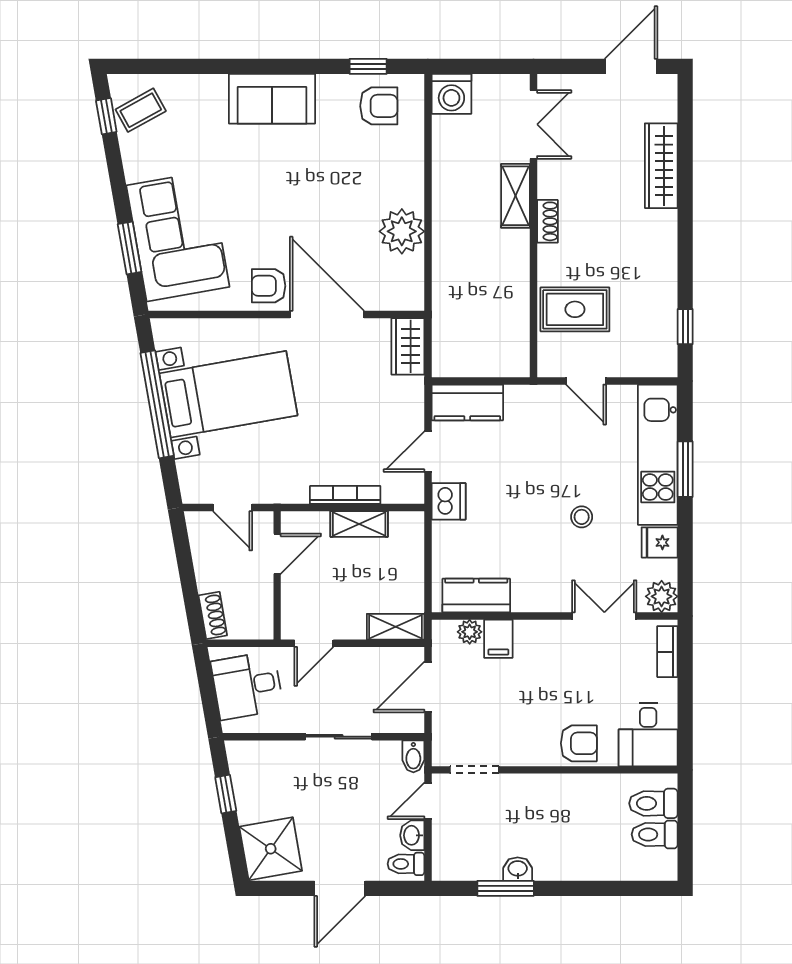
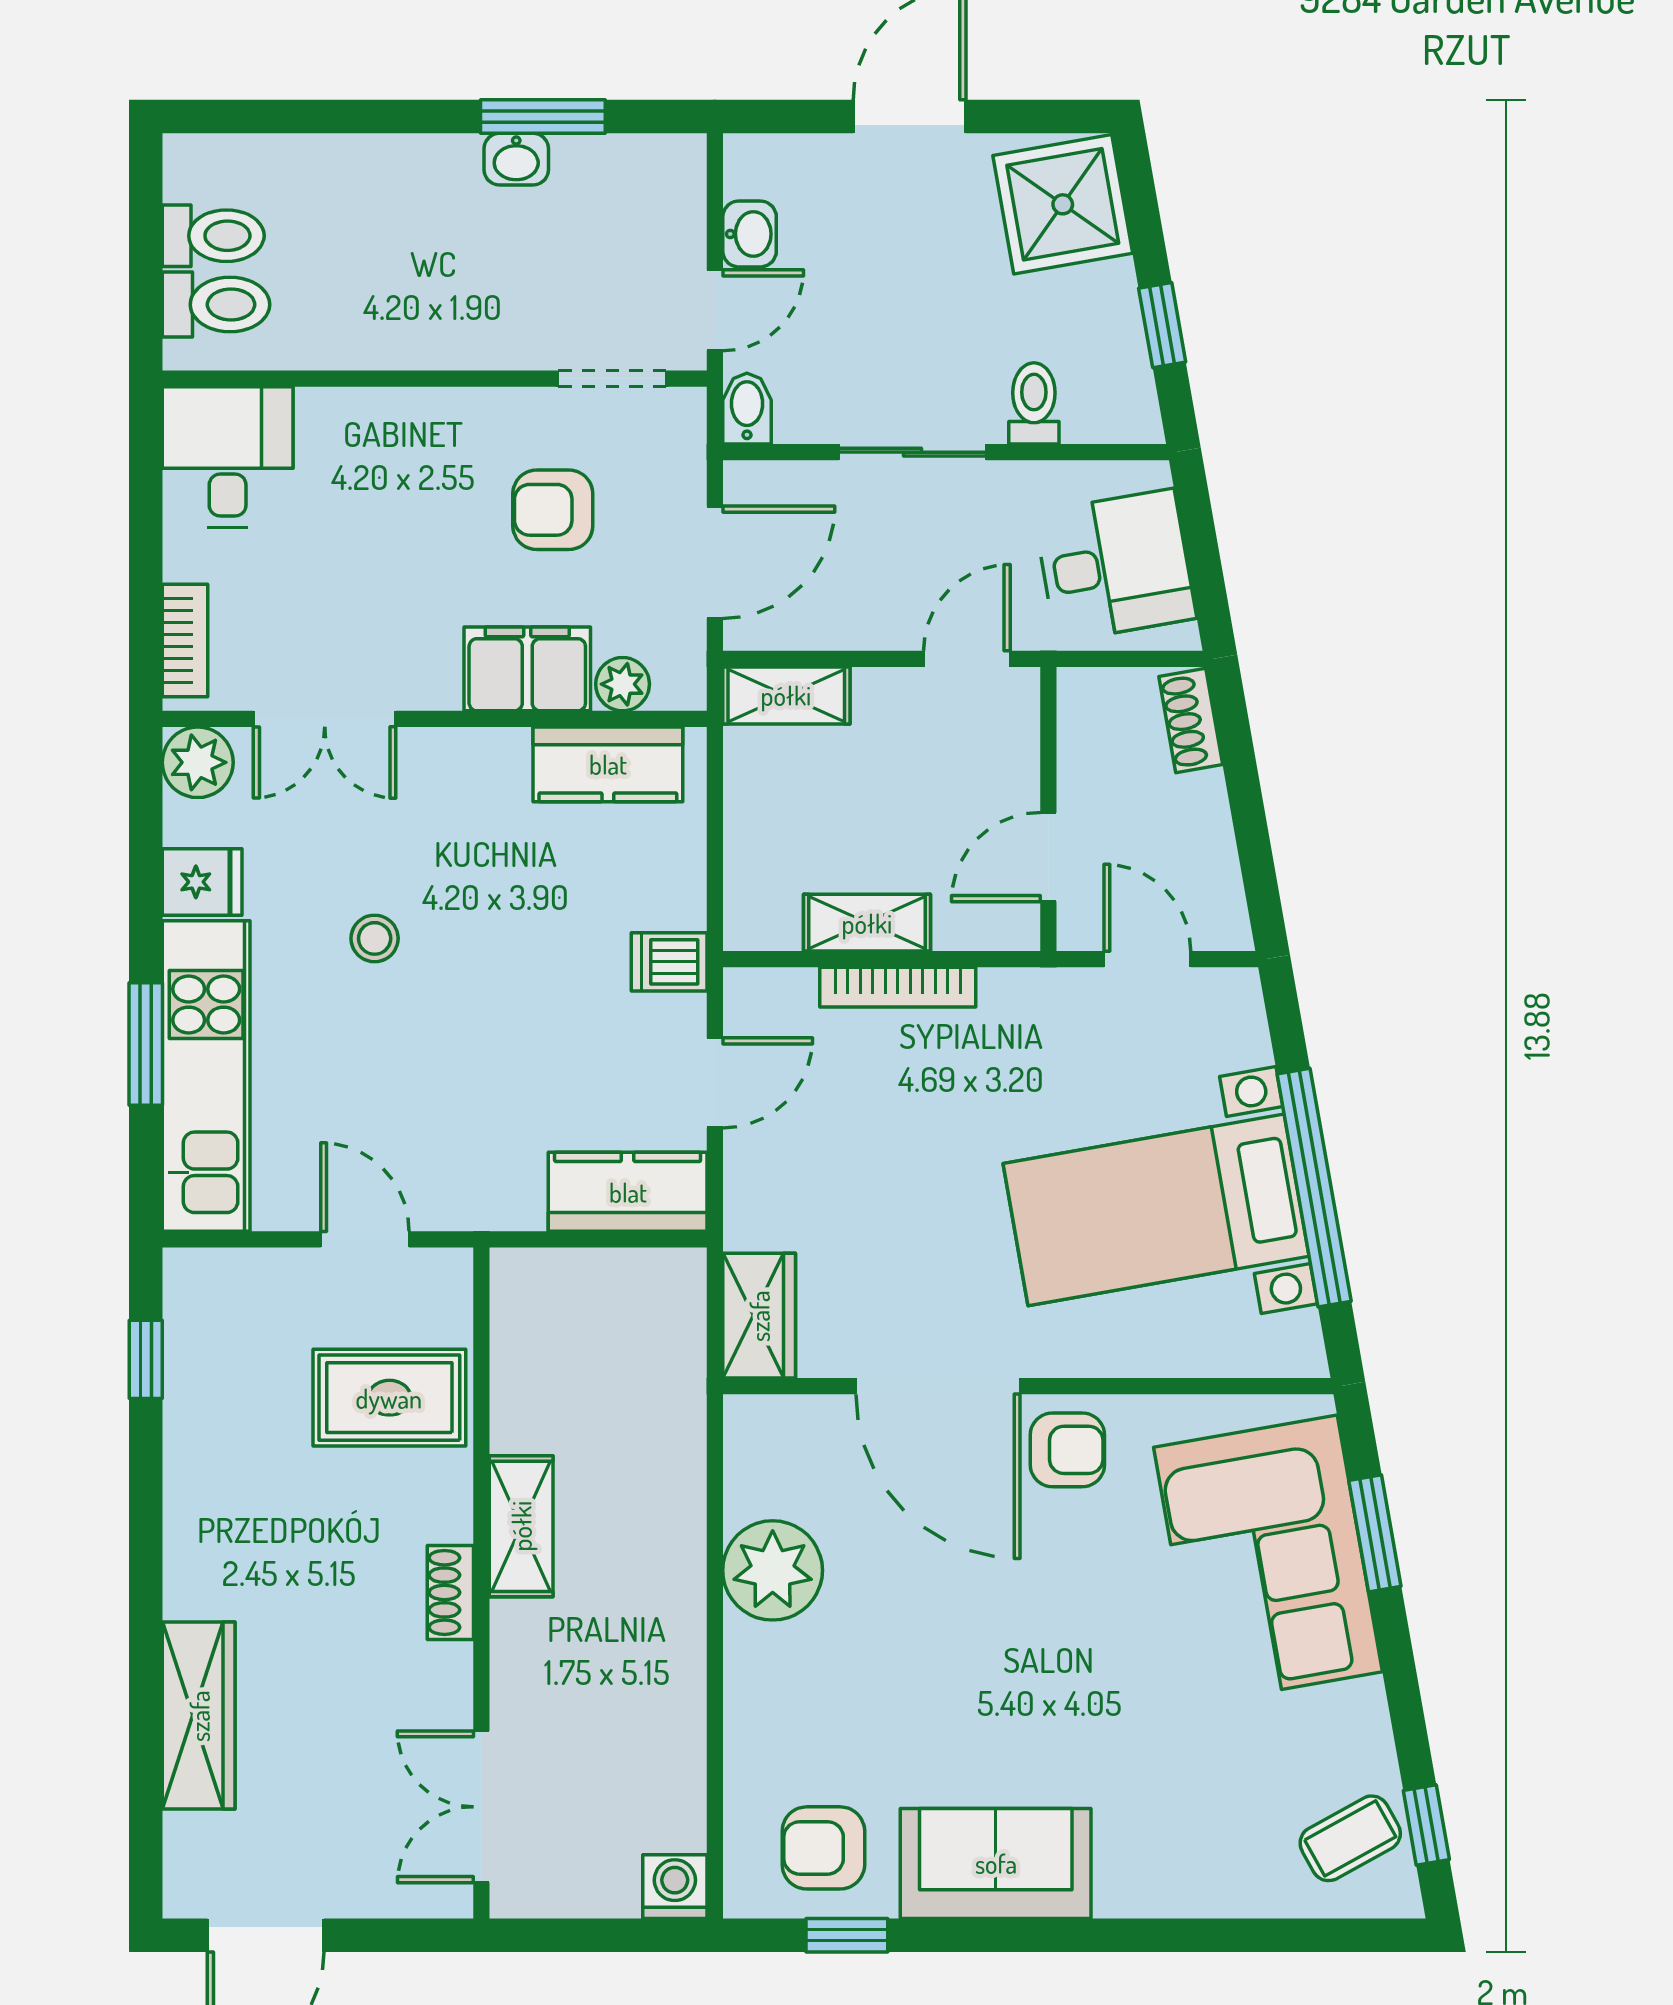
washing machine: (451, 94) -> (675, 1887), width x0.73, depth x0.73
sofa: (272, 99) -> (996, 1863), moved
shelving: (515, 196) -> (521, 1526), moved
dishwasher: (449, 501) -> (669, 962), width x0.73
filing cabinet: (498, 639) -> (527, 669), width x2.00
armchair: (579, 743) -> (553, 510), moved
toilet: (406, 864) -> (1034, 403), moved, turned -90

